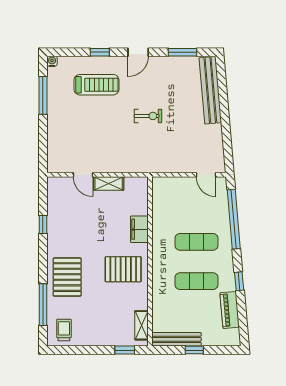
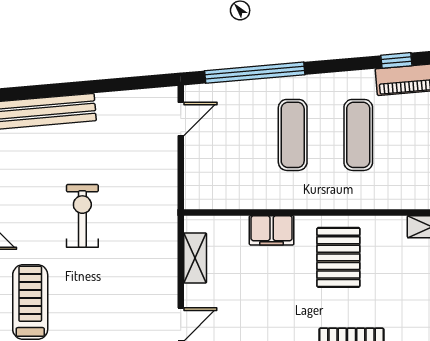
exercise bike: (148, 116) -> (82, 216), width x1.38, depth x1.39
shelving: (109, 183) -> (195, 258), moved
window: (239, 281) -> (396, 60), moved

